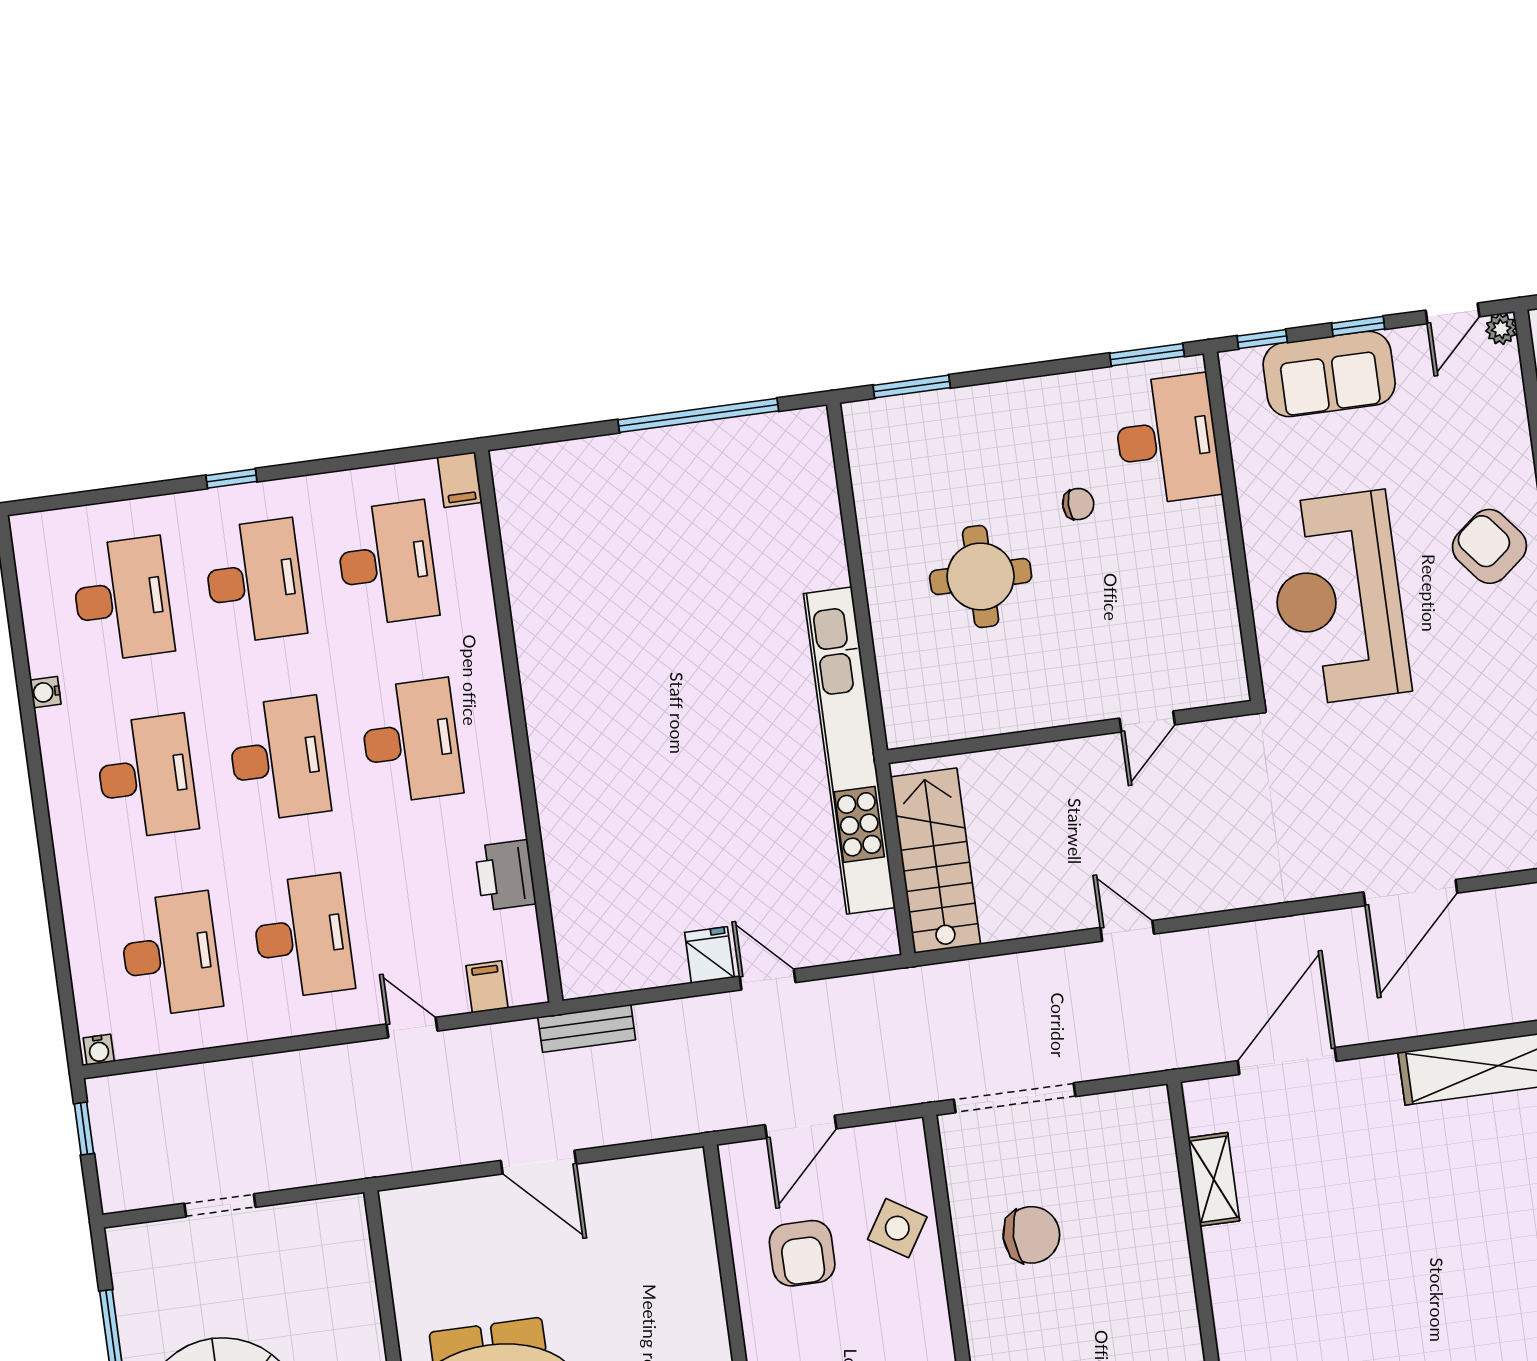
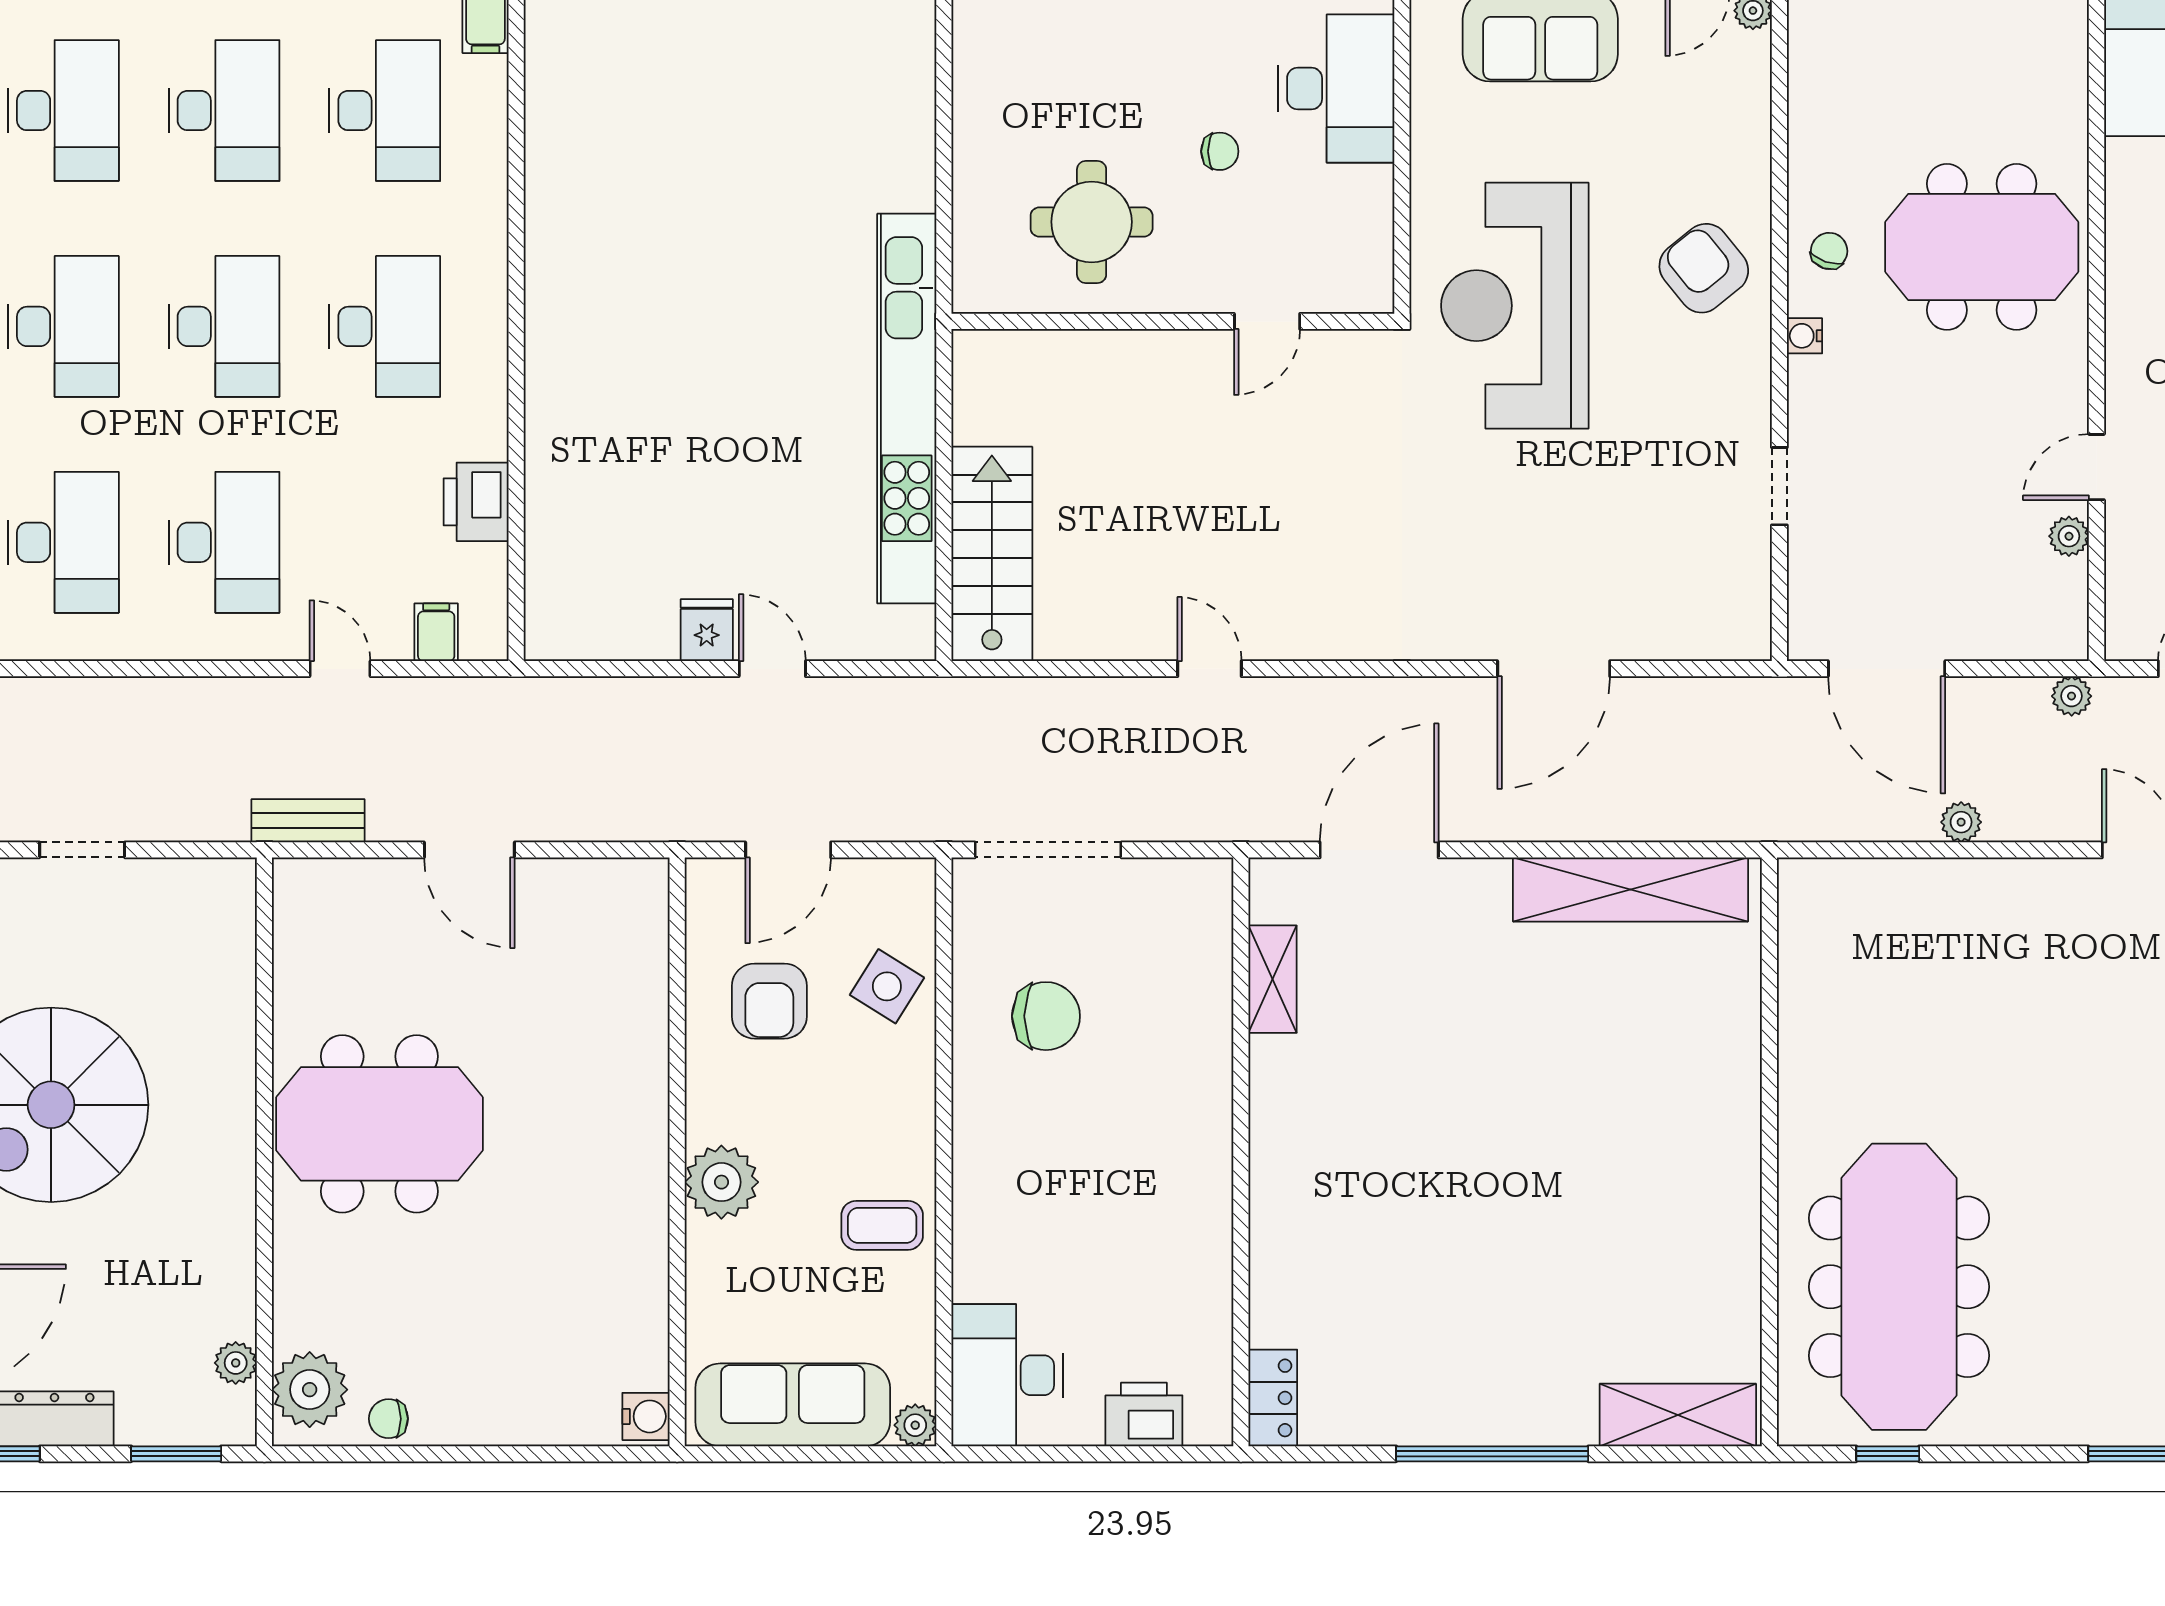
door: (1147, 722) -> (1267, 321), moved
wall: (1070, 732) -> (1173, 321), moved
bench: (587, 1028) -> (308, 821), moved

